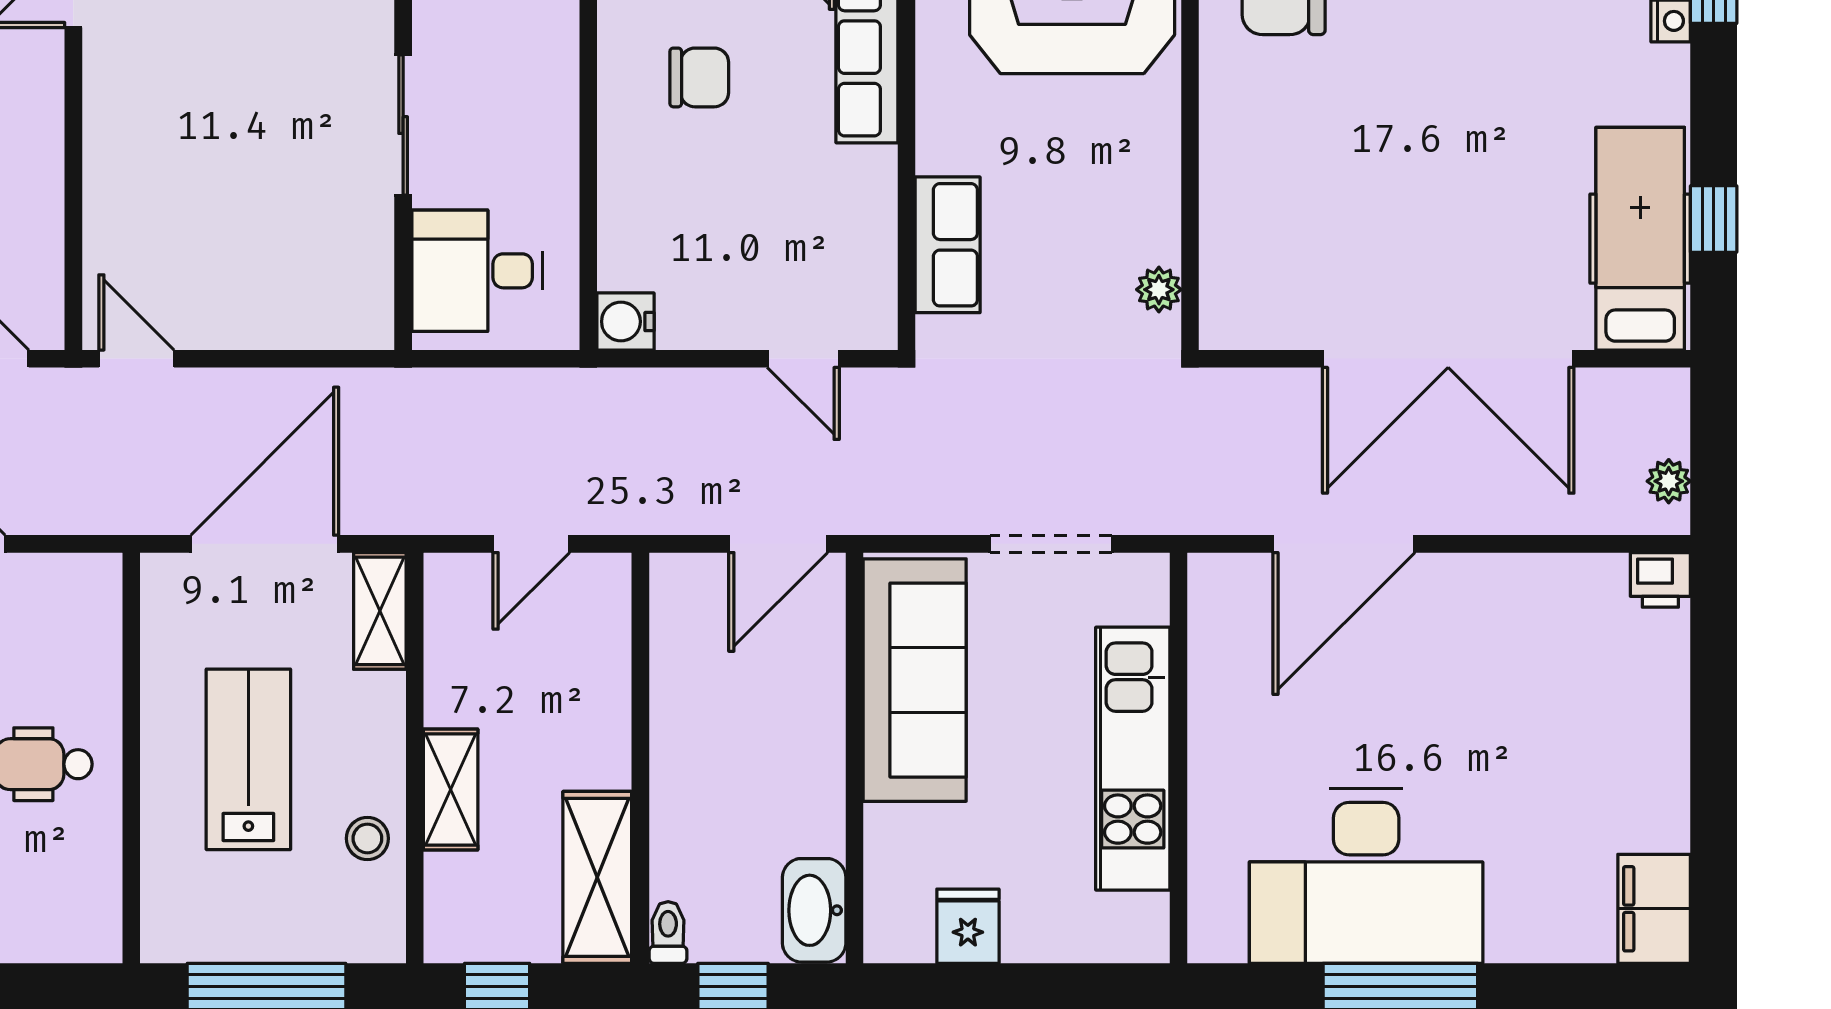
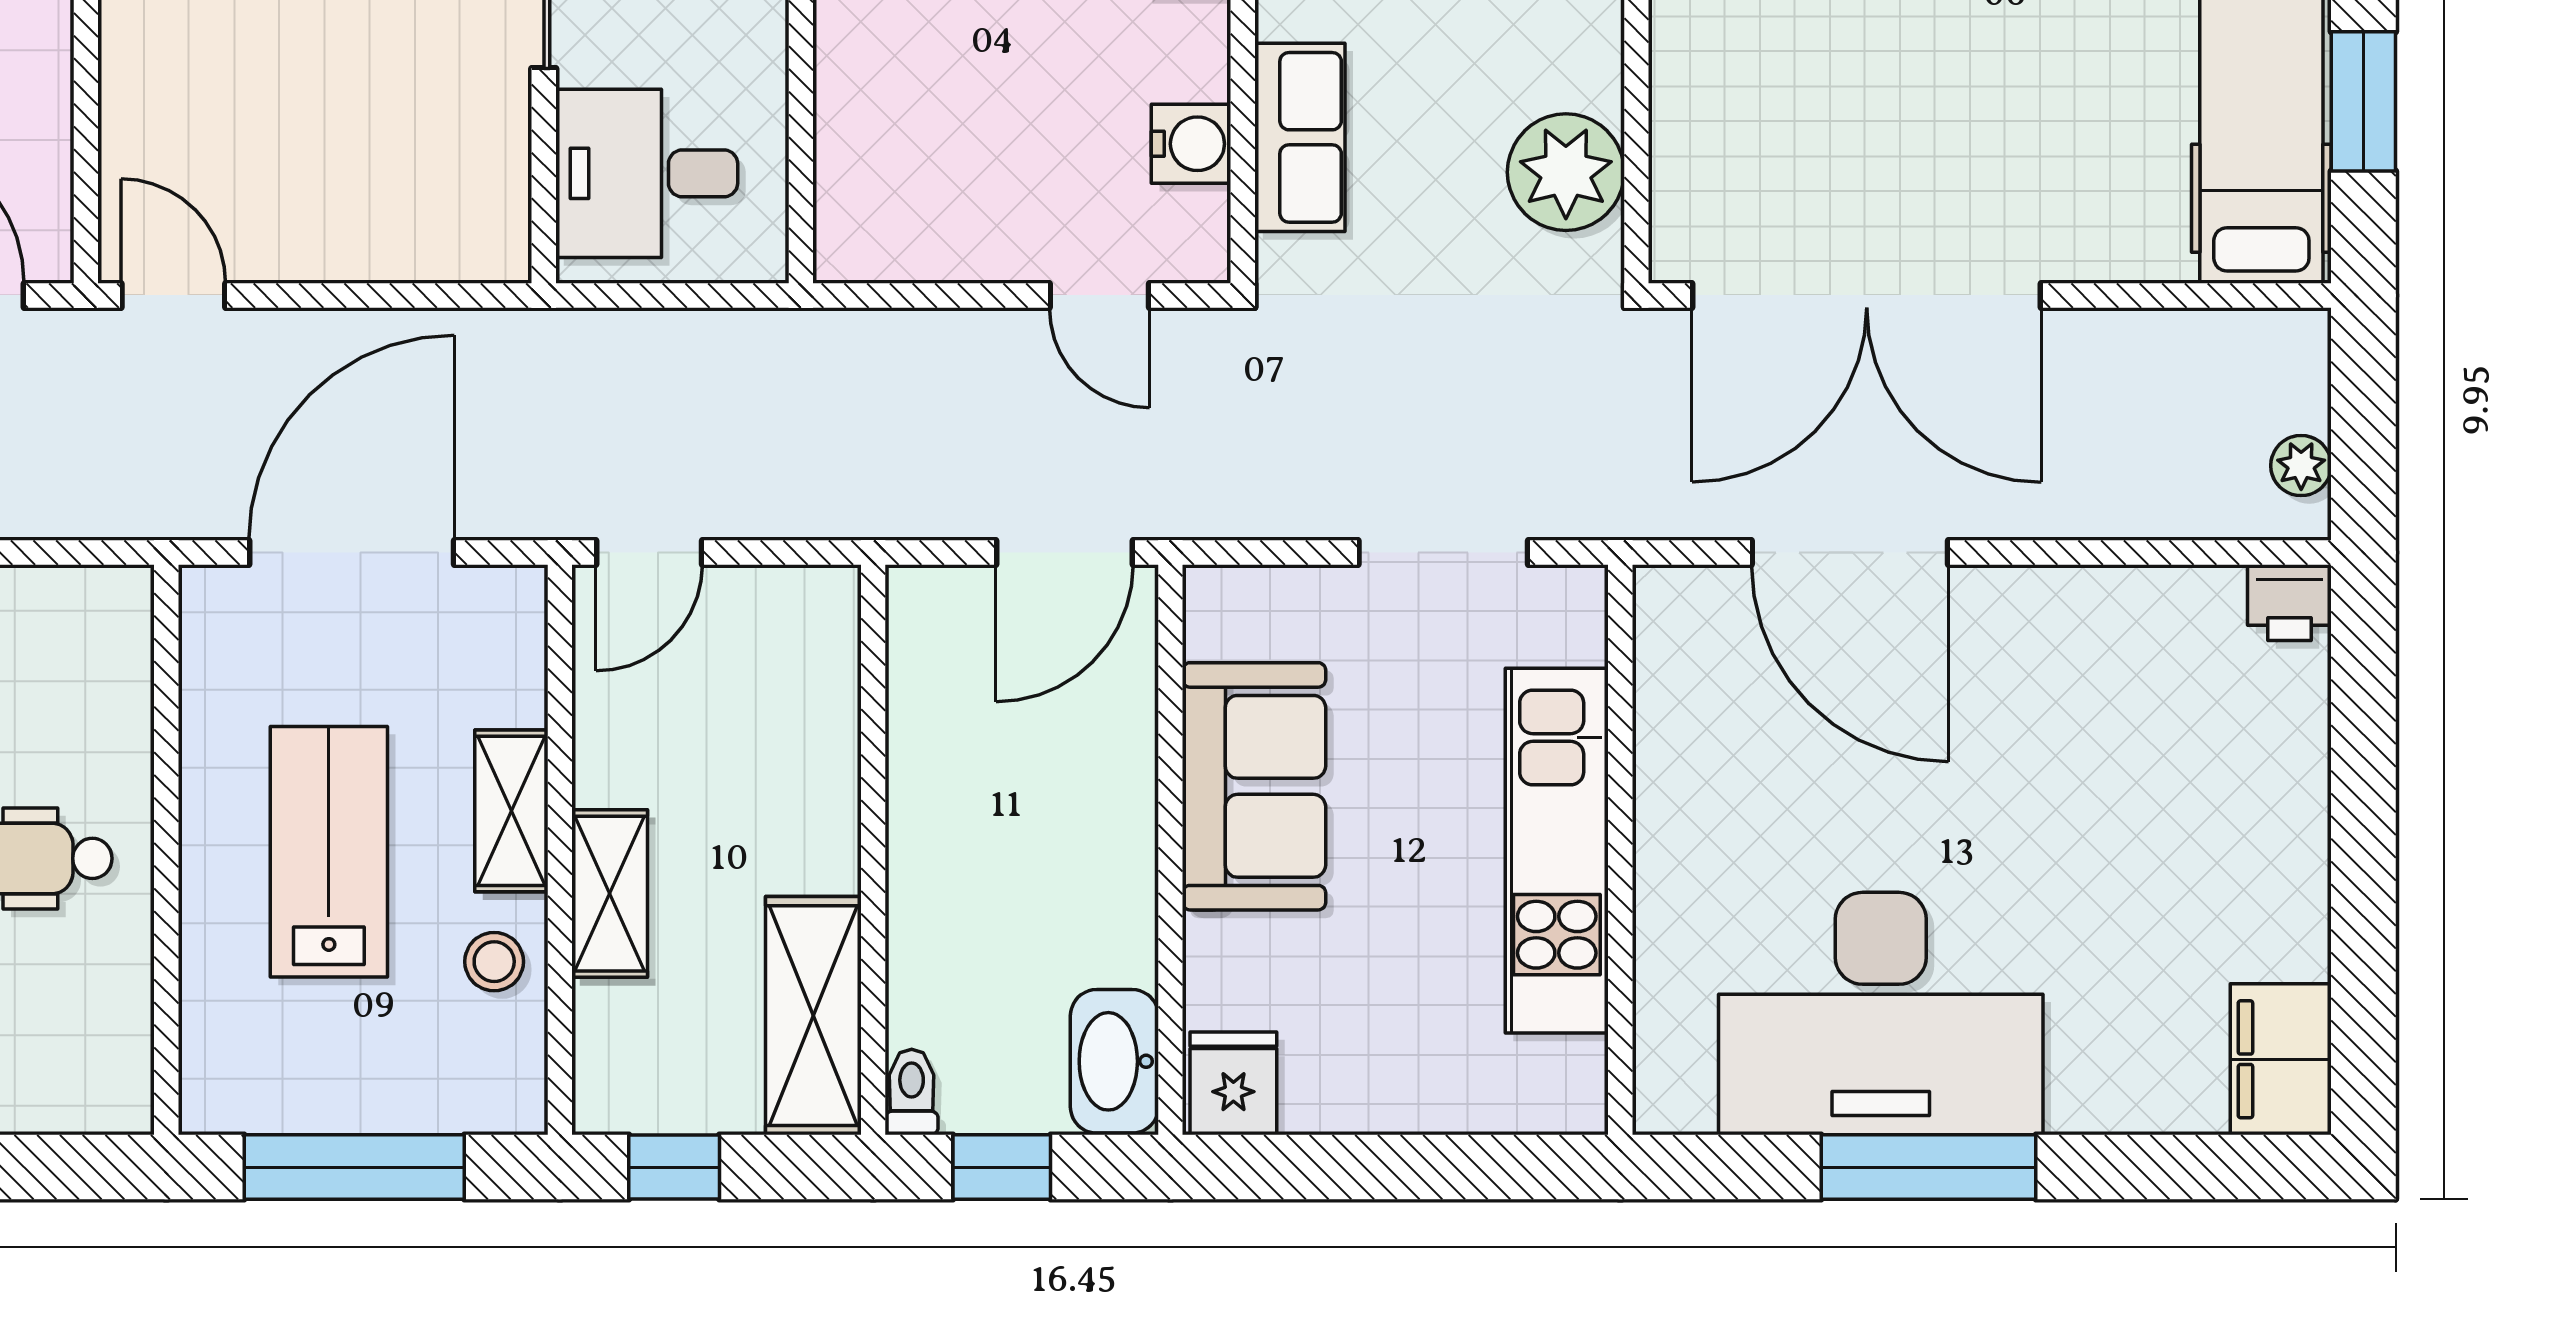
window: (1714, 219) -> (2363, 101), width x1.50
plant: (1159, 290) -> (1566, 172), width x1.88, depth x1.88
water cooler: (625, 322) -> (1191, 144), moved, turned 180
double door: (1448, 359) -> (1867, 295), moved
door: (531, 544) -> (649, 553), moved
door: (1344, 544) -> (1850, 553), hinge flipped
shelving: (380, 611) -> (511, 811), moved
sofa: (915, 680) -> (1254, 786), width x0.73
fridge: (968, 926) -> (1233, 1083), moved

